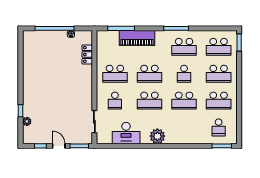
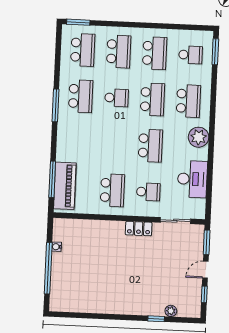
piano: (137, 38) -> (65, 186), moved
locker: (87, 54) -> (139, 229), moved
school desk: (149, 74) -> (188, 101), moved

